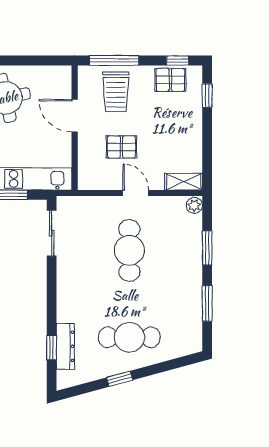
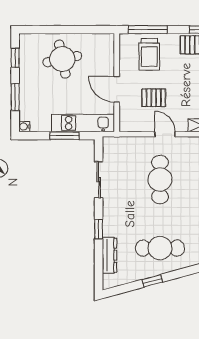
door: (75, 116) -> (117, 89), moved
sliding door: (52, 233) -> (99, 180), moved
window: (52, 347) -> (99, 229), moved

